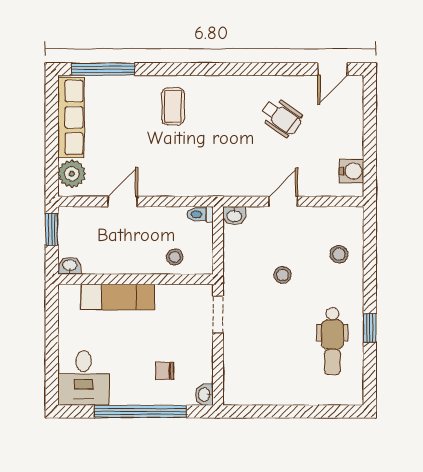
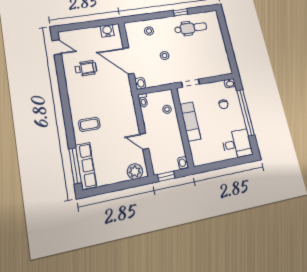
row of seats: (71, 117) -> (86, 166), moved, turned 90
wheelchair: (281, 117) -> (86, 68), turned 55
door: (283, 201) -> (128, 61), width x1.87
exam couch: (118, 297) -> (190, 122), moved

